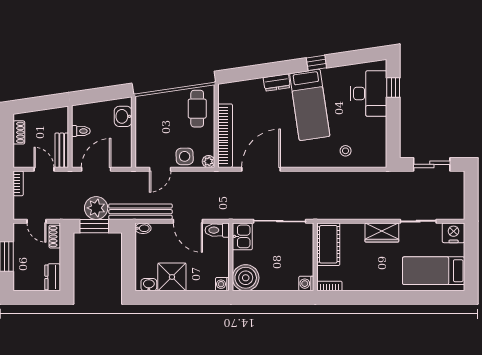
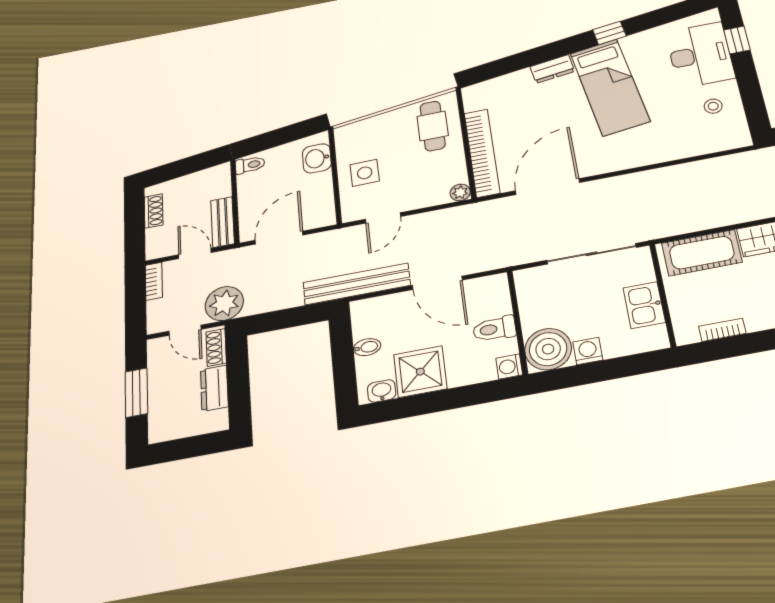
toilet: (81, 131) -> (250, 165), moved
stool: (346, 151) -> (713, 106), moved
side table: (185, 156) -> (365, 173), moved
plant: (96, 208) -> (224, 303), moved
window: (94, 226) -> (281, 319), removed
bidet: (143, 228) -> (367, 347), moved
toilet: (217, 230) -> (494, 329), moved
kitchen sink: (242, 236) -> (644, 305), moved, turned 180
cot: (328, 244) -> (702, 253), moved, turned 90
dresser: (53, 277) -> (214, 388), moved
washing machine: (306, 284) -> (588, 351), moved, turned 90
bookcase: (329, 286) -> (722, 330), moved

